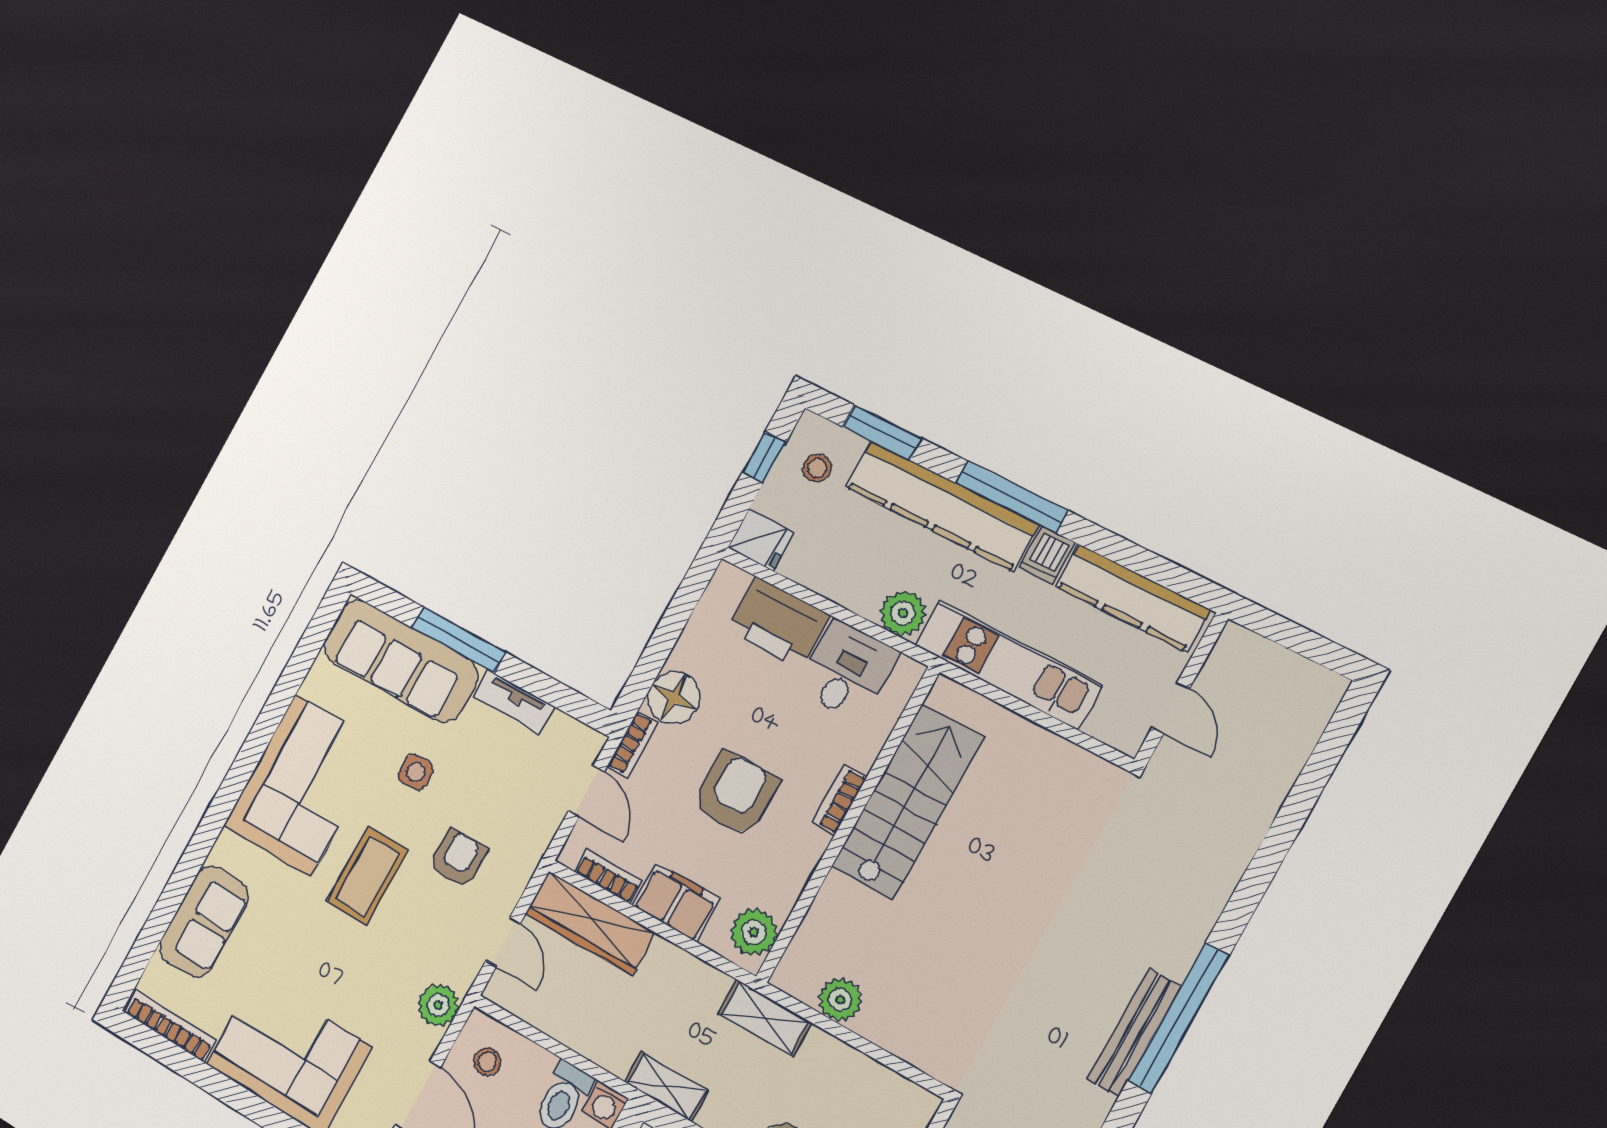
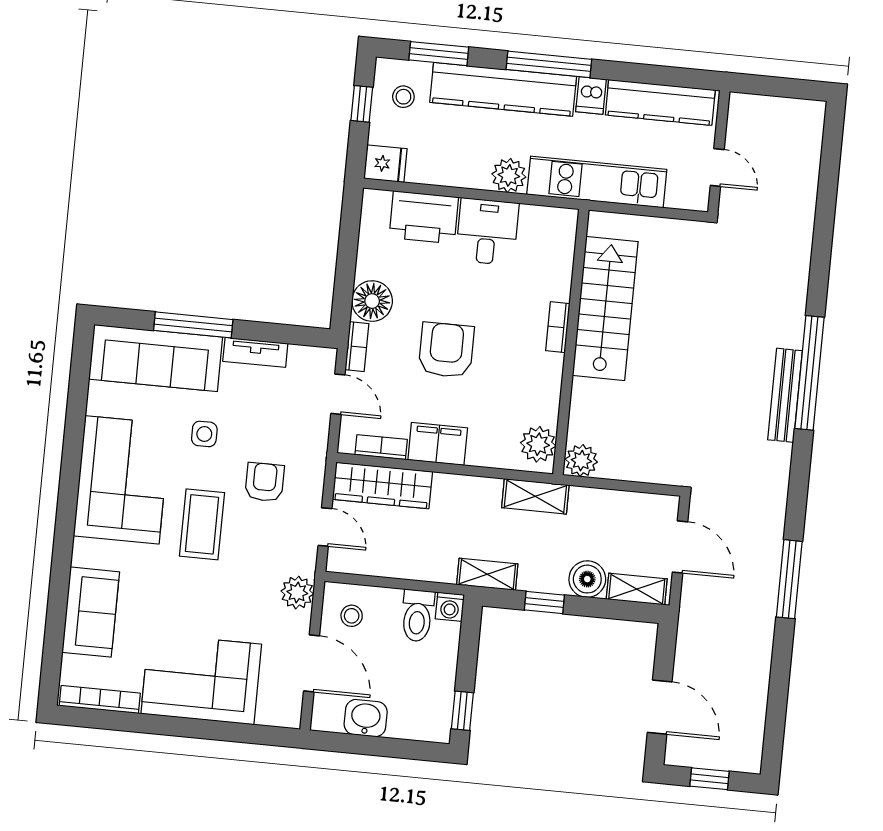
bookcase: (840, 800) -> (558, 327), moved
stairs: (908, 802) -> (605, 309), moved
wall: (848, 825) -> (571, 342), moved
plant: (754, 932) -> (538, 444), moved

